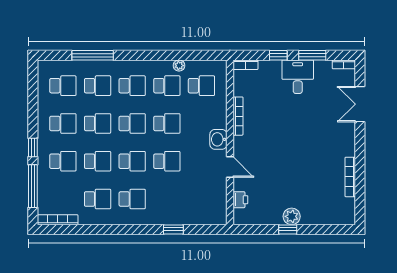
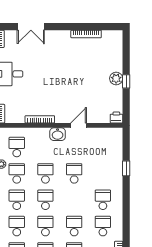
school desk: (132, 161) -> (74, 200), removed
printer: (240, 200) -> (116, 117), moved

